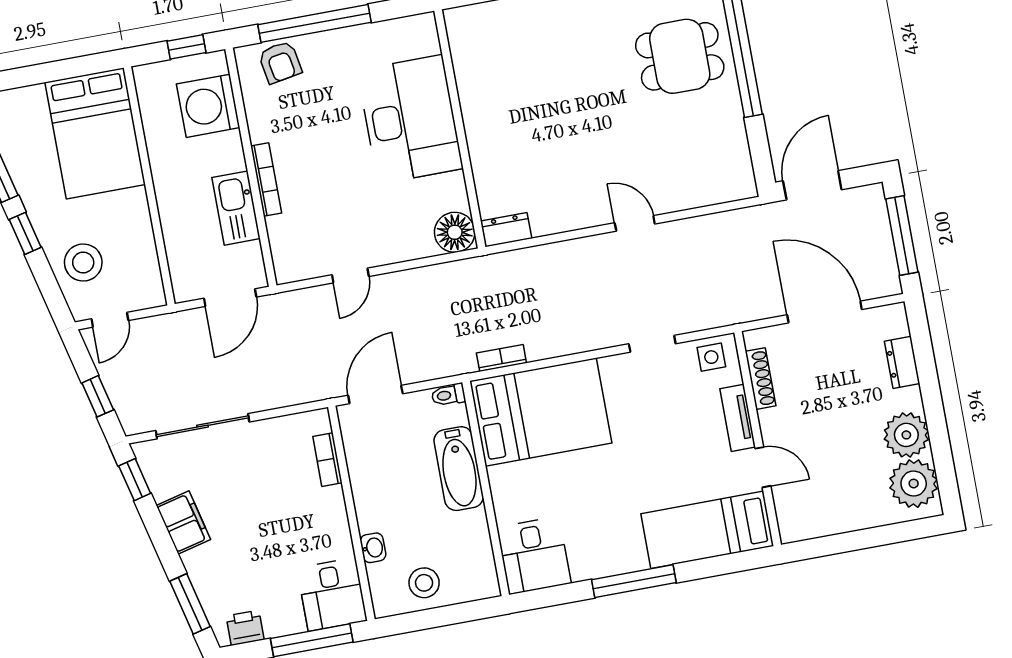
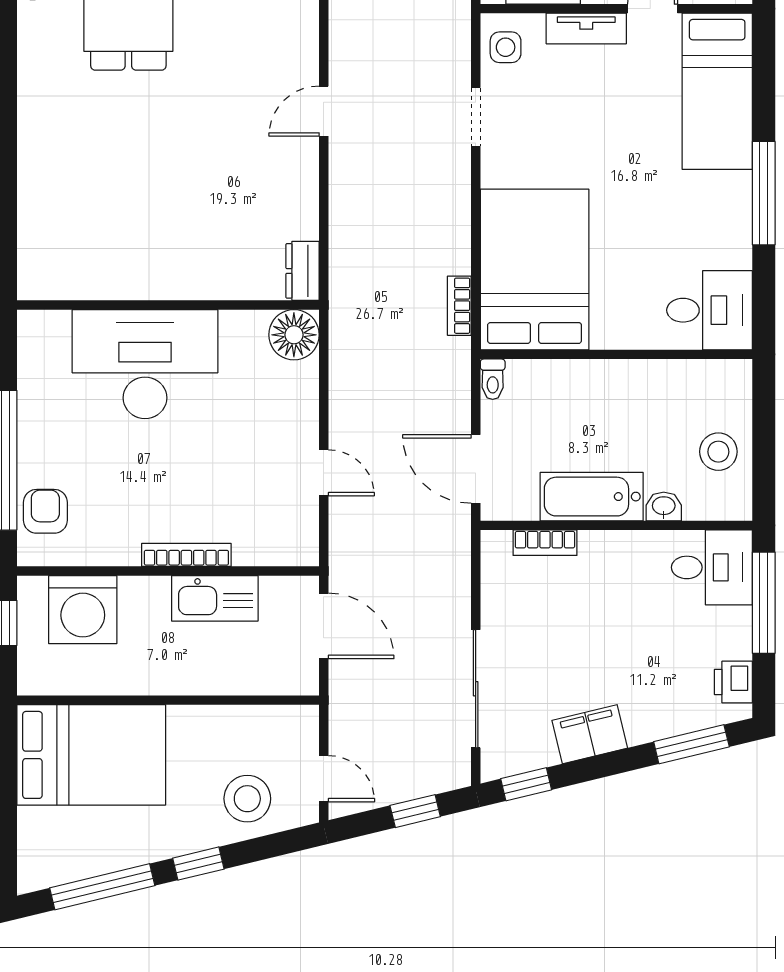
armchair: (280, 62) -> (45, 511), turned -80
bathtub: (459, 469) -> (592, 497), moved, turned 180

